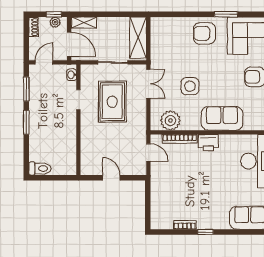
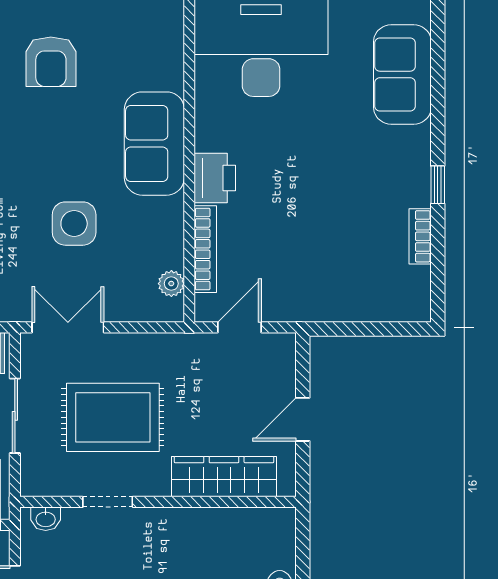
plant: (170, 121) -> (171, 284), width x0.53, depth x0.53
wardrobe: (88, 146) -> (224, 477), added

